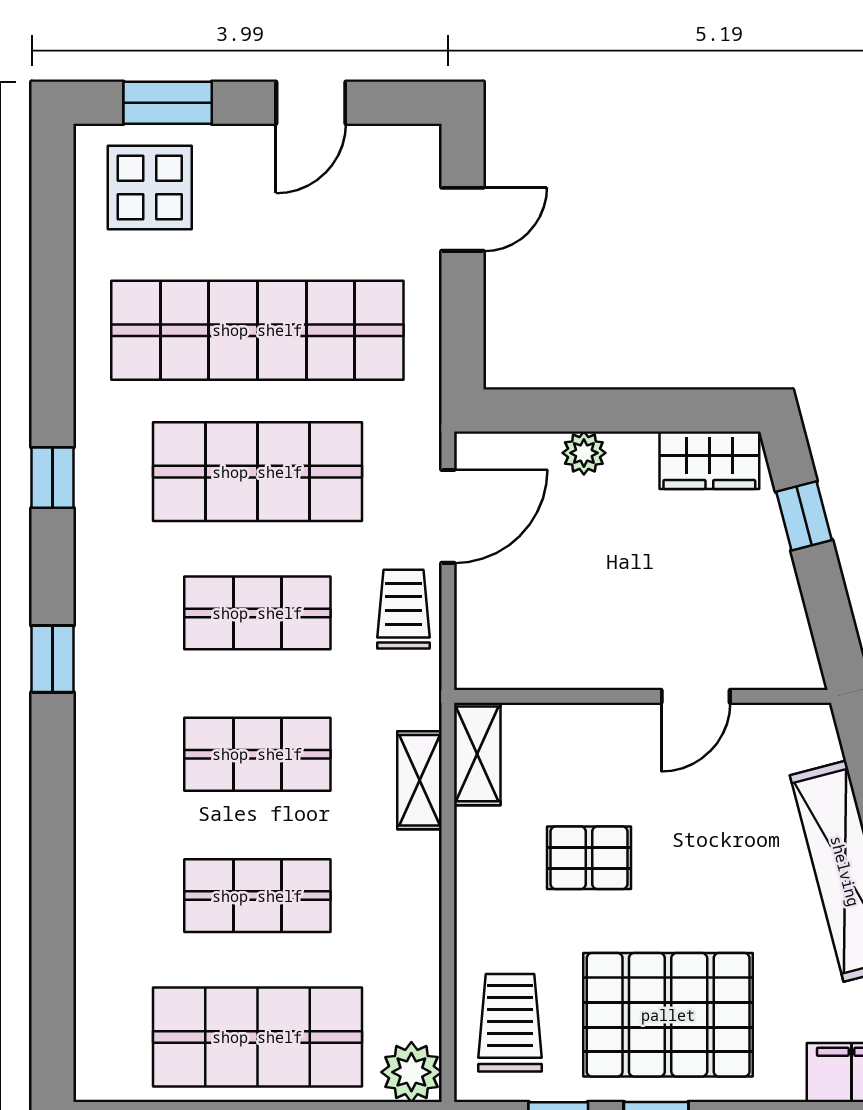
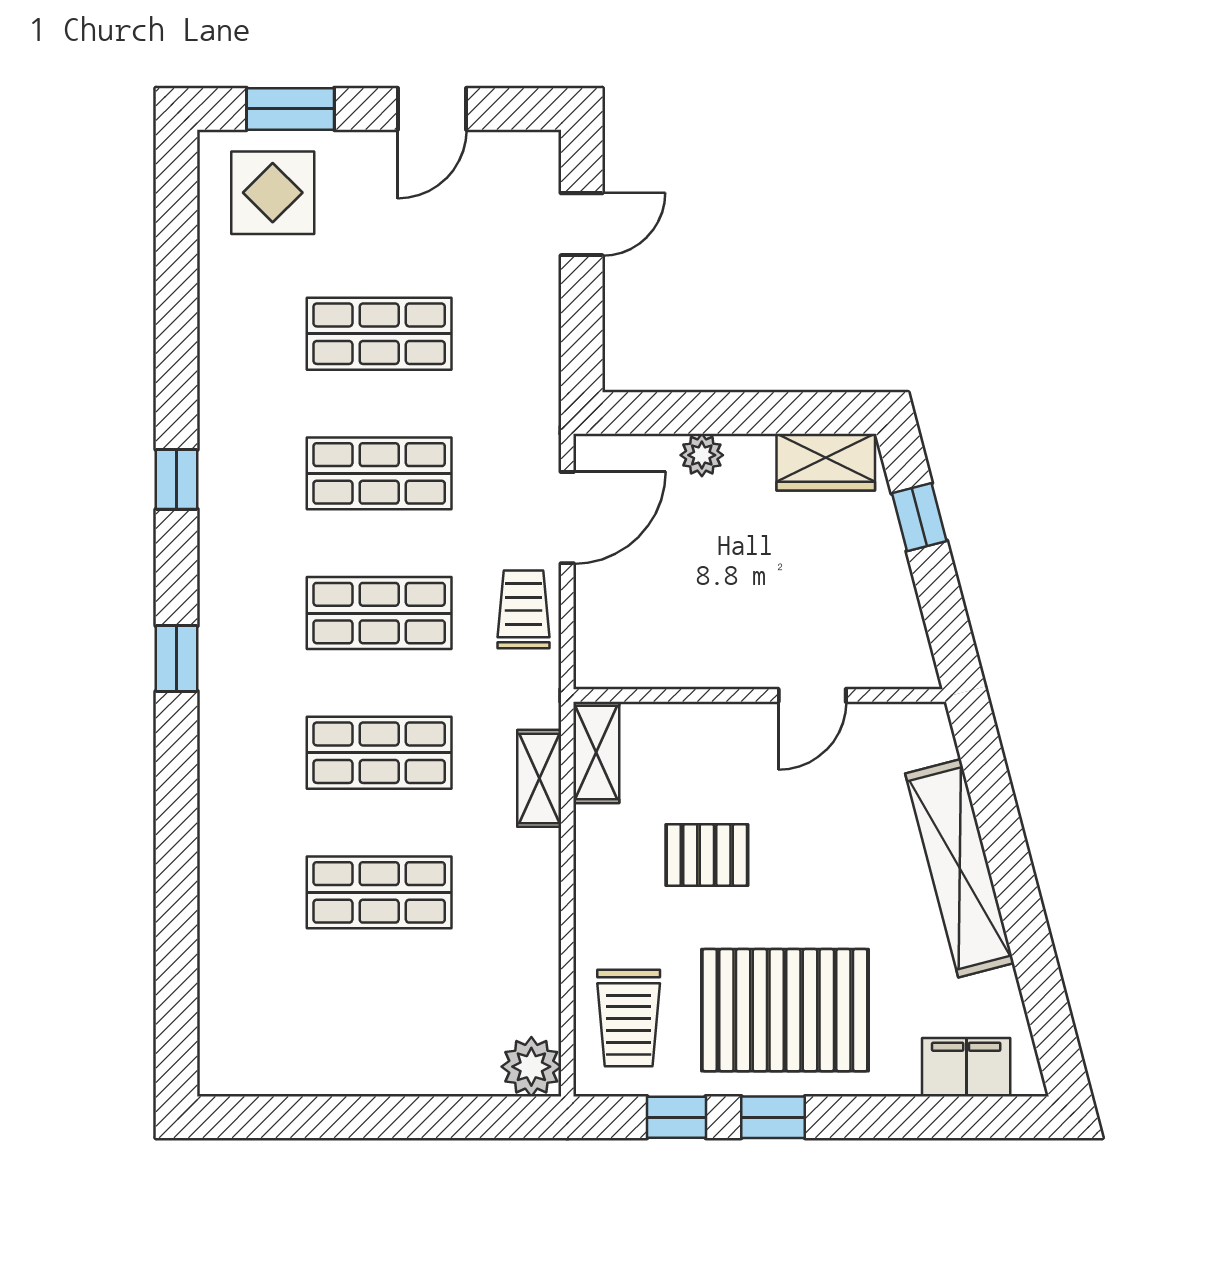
shop shelf: (257, 330) -> (379, 334), width x0.50, depth x0.74
shop shelf: (257, 472) -> (379, 473), width x0.70, depth x0.74
trolley: (510, 1023) -> (629, 1018), turned 180
shop shelf: (257, 1037) -> (379, 1032), removed

